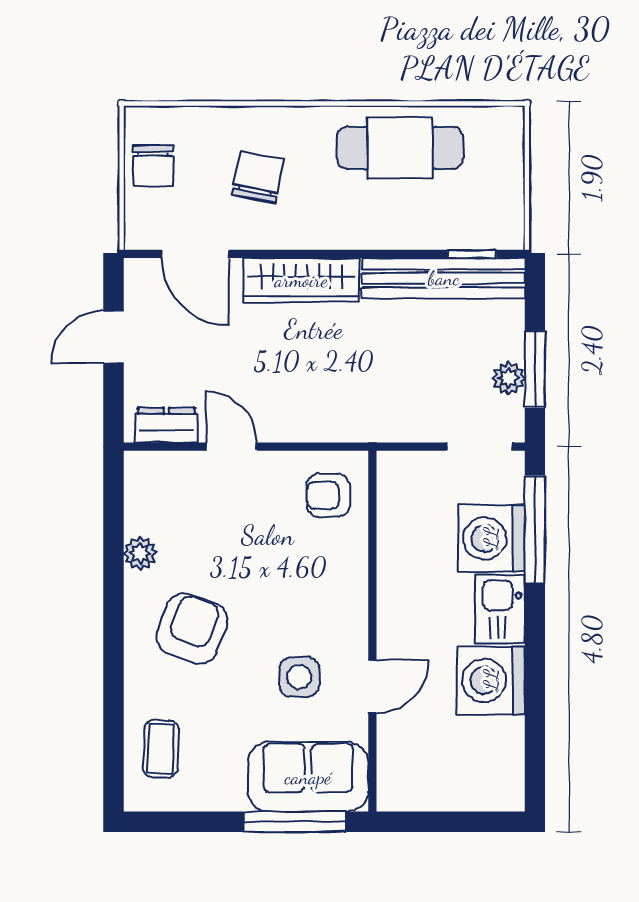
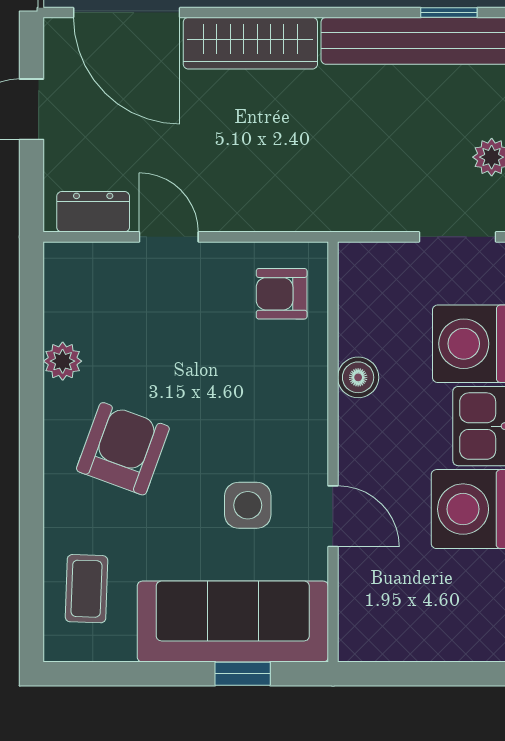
door: (195, 254) -> (127, 13), width x1.36
boiler: (394, 567) -> (358, 377), added
door: (372, 686) -> (333, 516), hinge flipped
sofa: (308, 777) -> (233, 622), width x1.36
window: (295, 822) -> (243, 674), width x0.46

